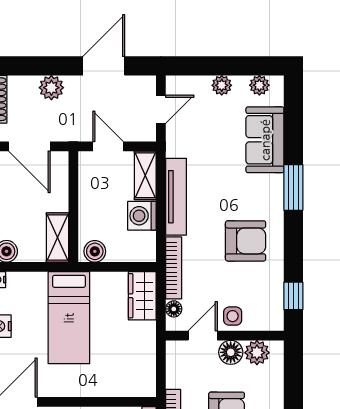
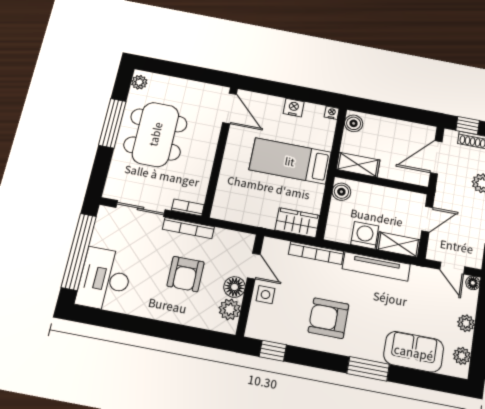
armchair: (246, 241) -> (328, 318), turned 90
floor lamp: (174, 309) -> (473, 283), moved

